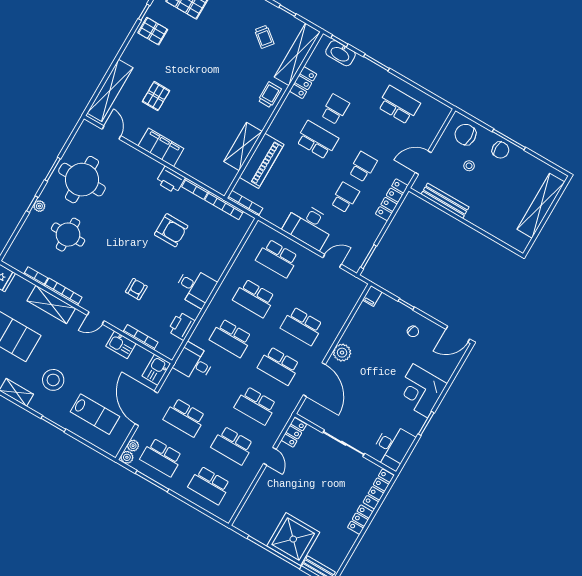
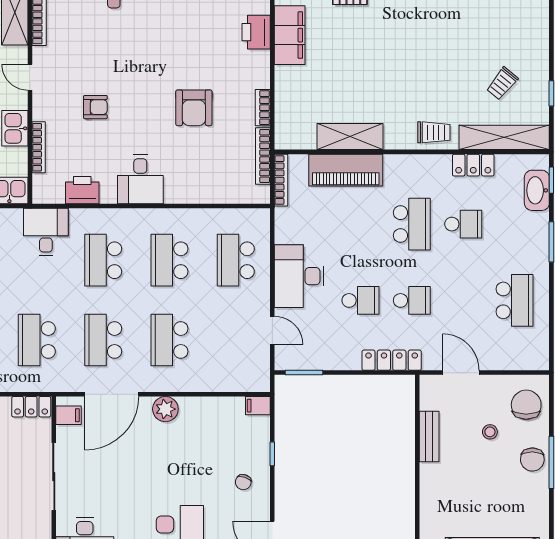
printer: (171, 180) -> (256, 32), moved
bench: (445, 201) -> (429, 436), width x0.73
filing cabinet: (312, 413) -> (69, 415), added

